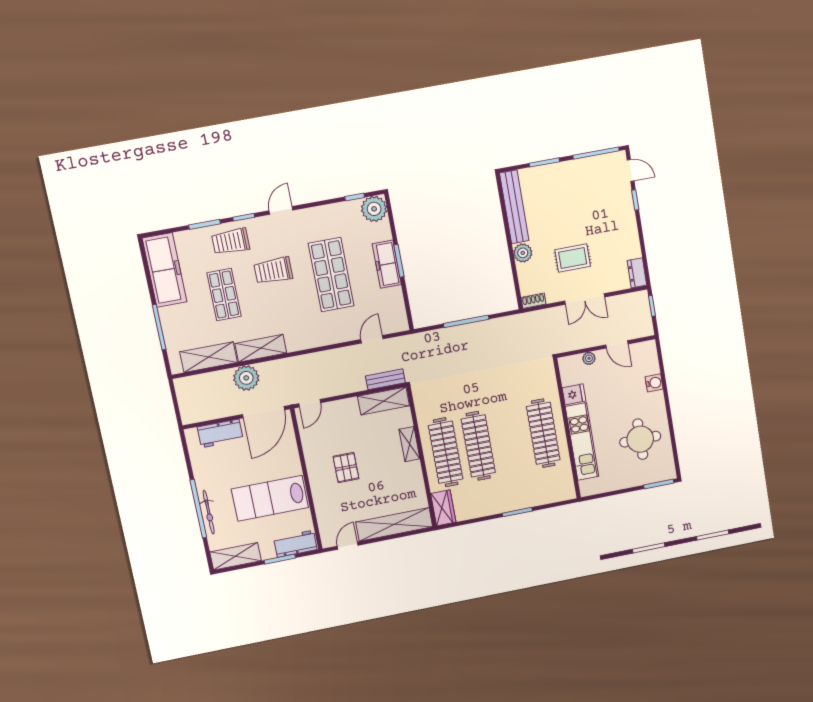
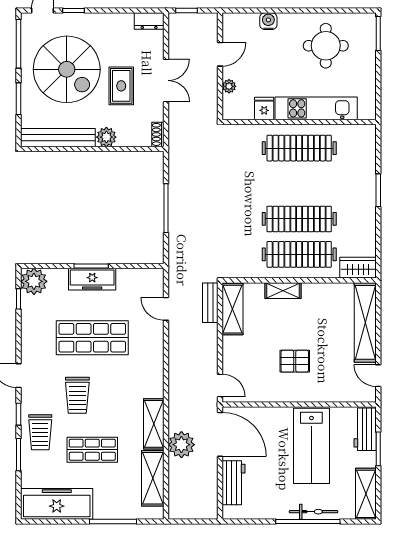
spiral stairs: (580, 204) -> (67, 69), added

